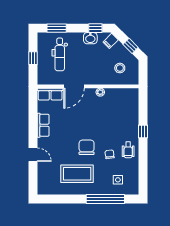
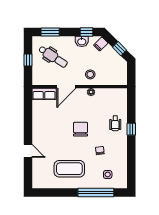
dental chair: (60, 54) -> (53, 57), turned -57
stool: (120, 68) -> (90, 74), moved
row of seats: (43, 125) -> (37, 123), removed
chair: (87, 147) -> (80, 129), moved
wheelchair: (128, 150) -> (115, 123), moved

